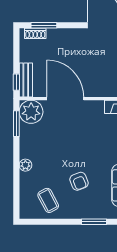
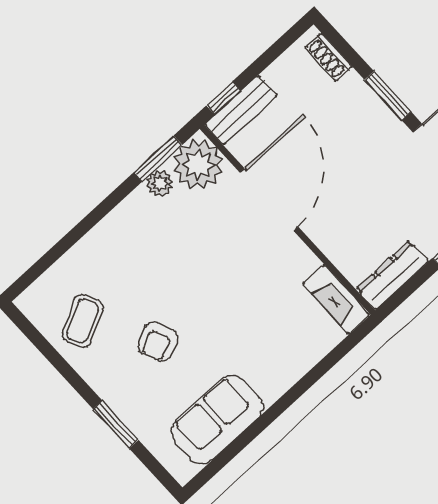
window: (44, 25) -> (388, 96), moved
plant: (25, 165) -> (160, 183), moved

